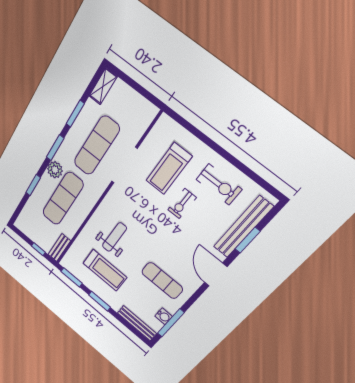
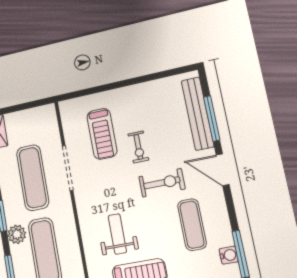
exercise bike: (219, 184) -> (162, 183), moved
window: (248, 240) -> (212, 118), width x1.44
exercise mat: (162, 280) -> (192, 225), turned 90

